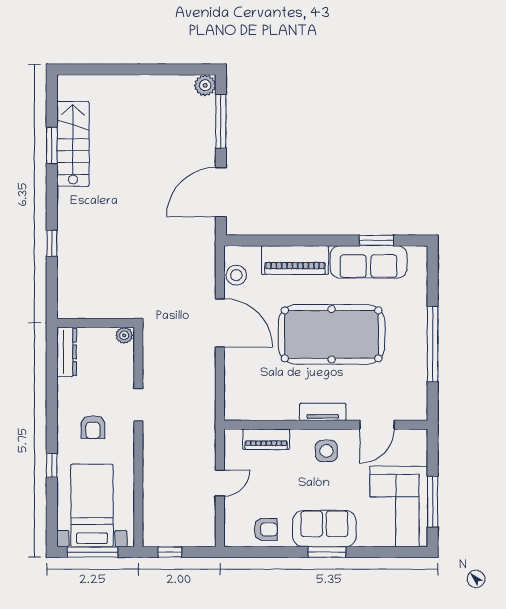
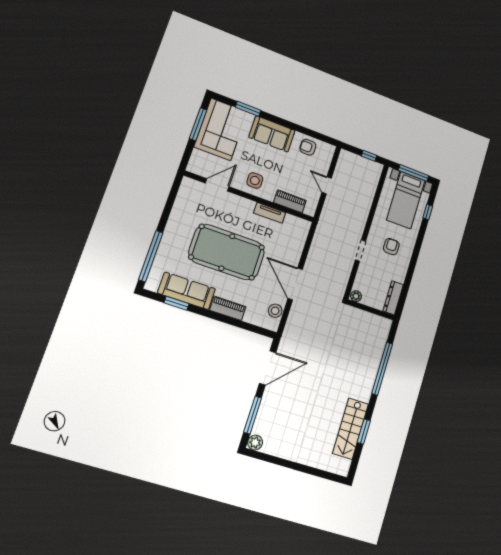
window: (52, 243) -> (382, 369), width x3.17
piano: (295, 260) -> (228, 308), width x0.73, depth x0.75
window: (433, 344) -> (151, 256), moved
tv unit: (323, 412) -> (270, 213), moved
window: (52, 465) -> (428, 212), moved
door: (220, 483) -> (327, 185), hinge flipped
window: (327, 552) -> (248, 109), moved

